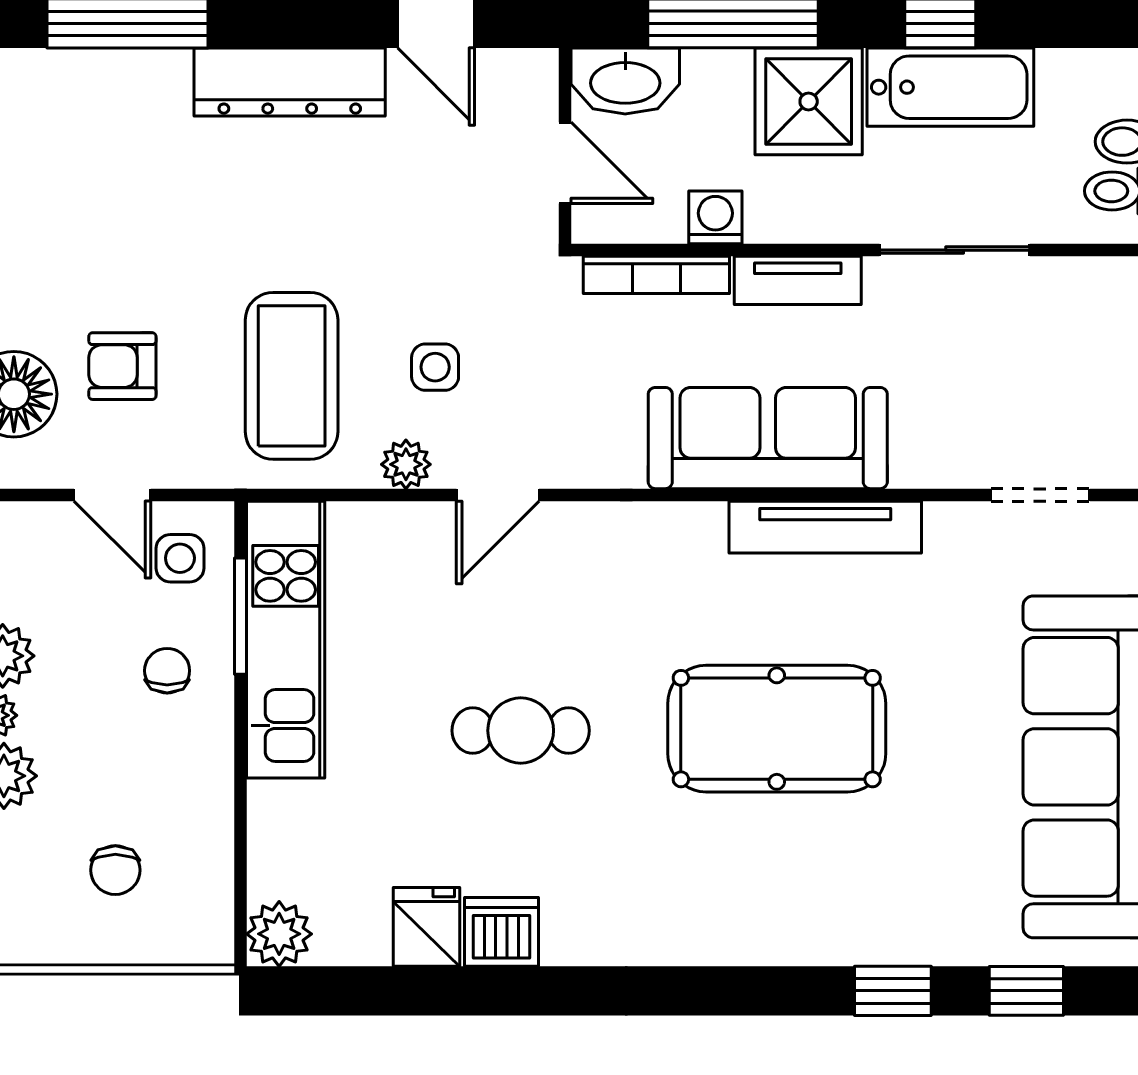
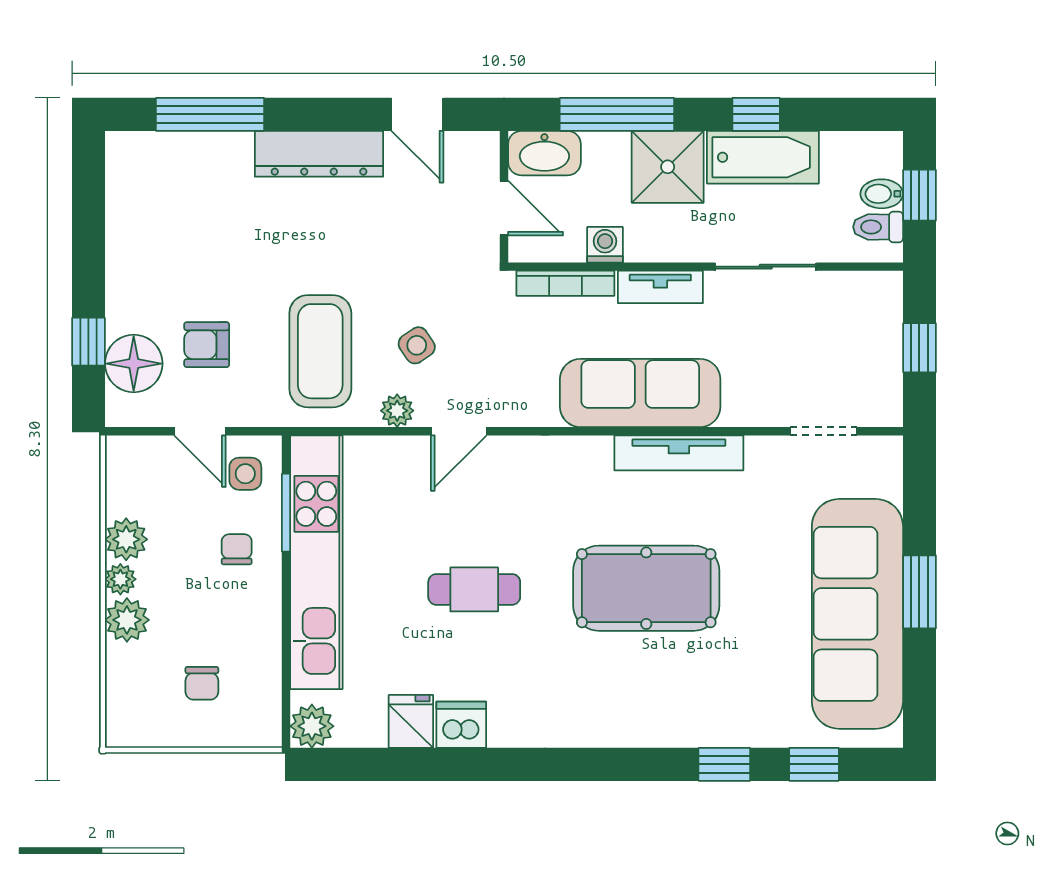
side table: (435, 367) -> (417, 345), turned -34
kitchen unit: (286, 640) -> (316, 562), width x1.36

